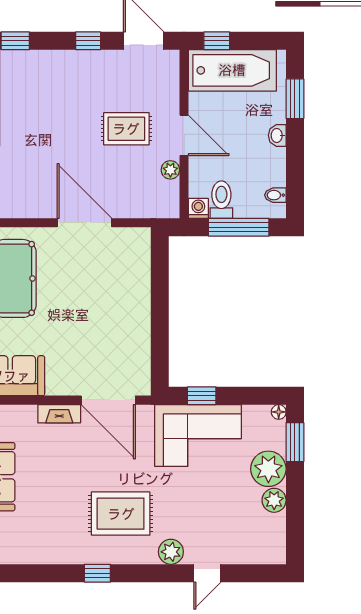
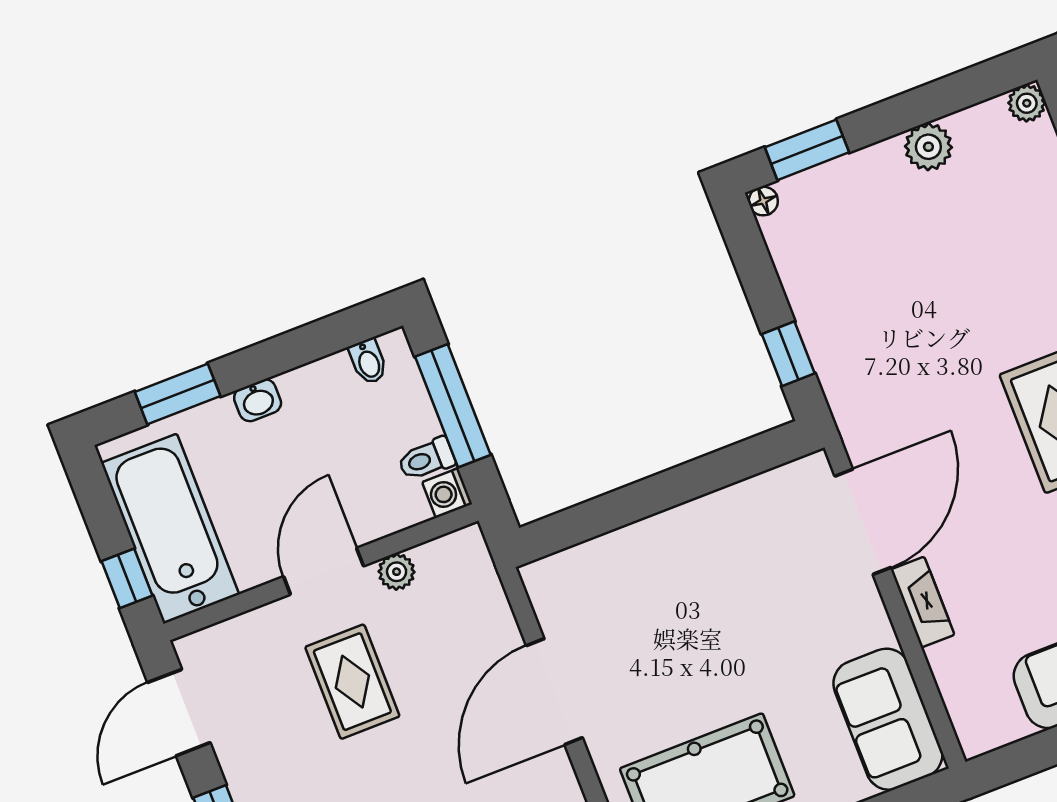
toilet: (221, 200) -> (426, 459), width x0.73, depth x0.72
corner sofa: (198, 436) -> (864, 332), removed
plant: (268, 469) -> (1027, 103), moved, width x0.53, depth x0.53

